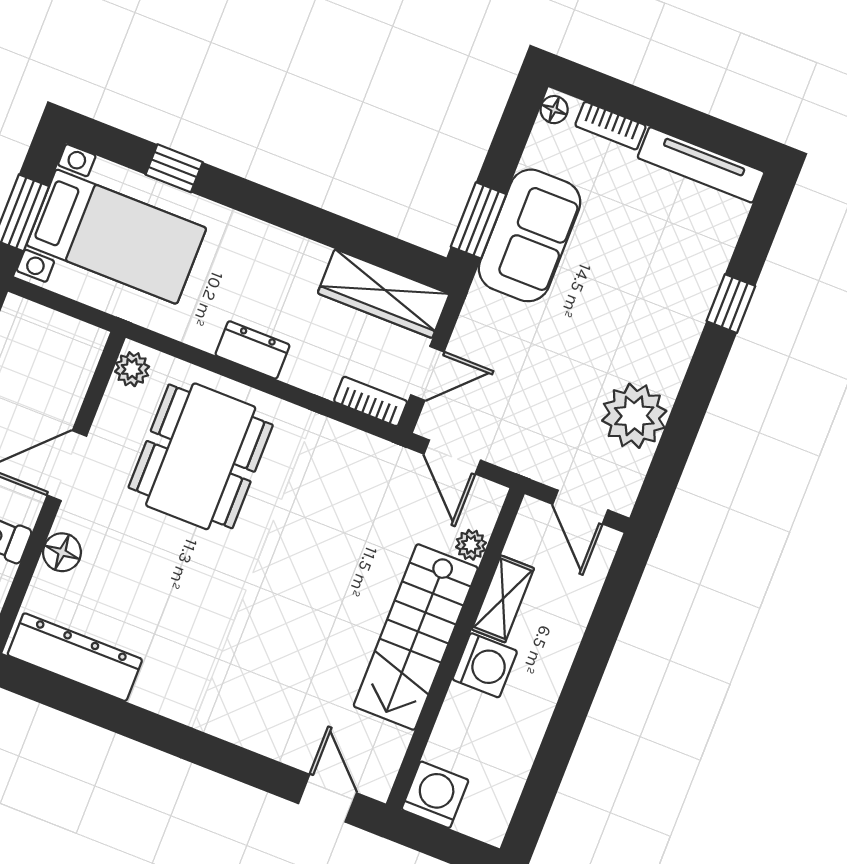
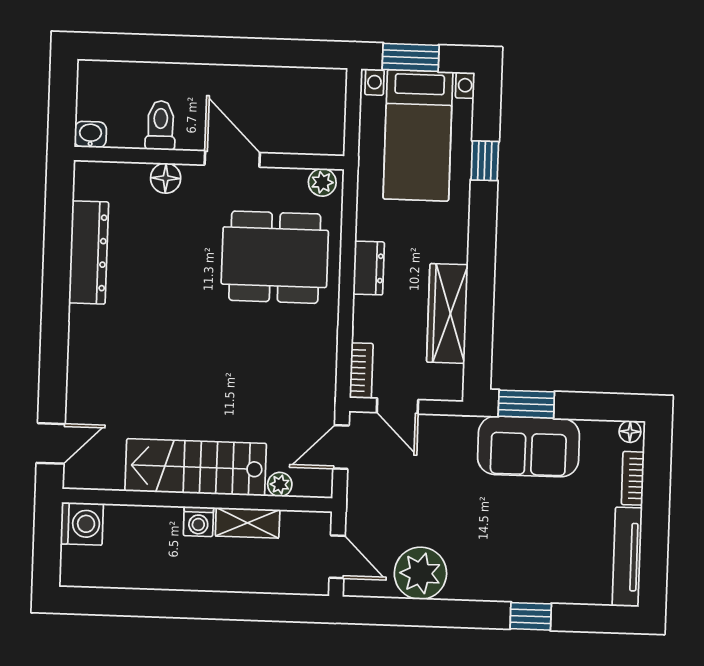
wardrobe: (384, 294) -> (447, 313), moved
door: (580, 507) -> (337, 557), swing flipped
dresser: (75, 657) -> (89, 252), moved
washing machine: (485, 665) -> (198, 521), width x0.73, depth x0.73

